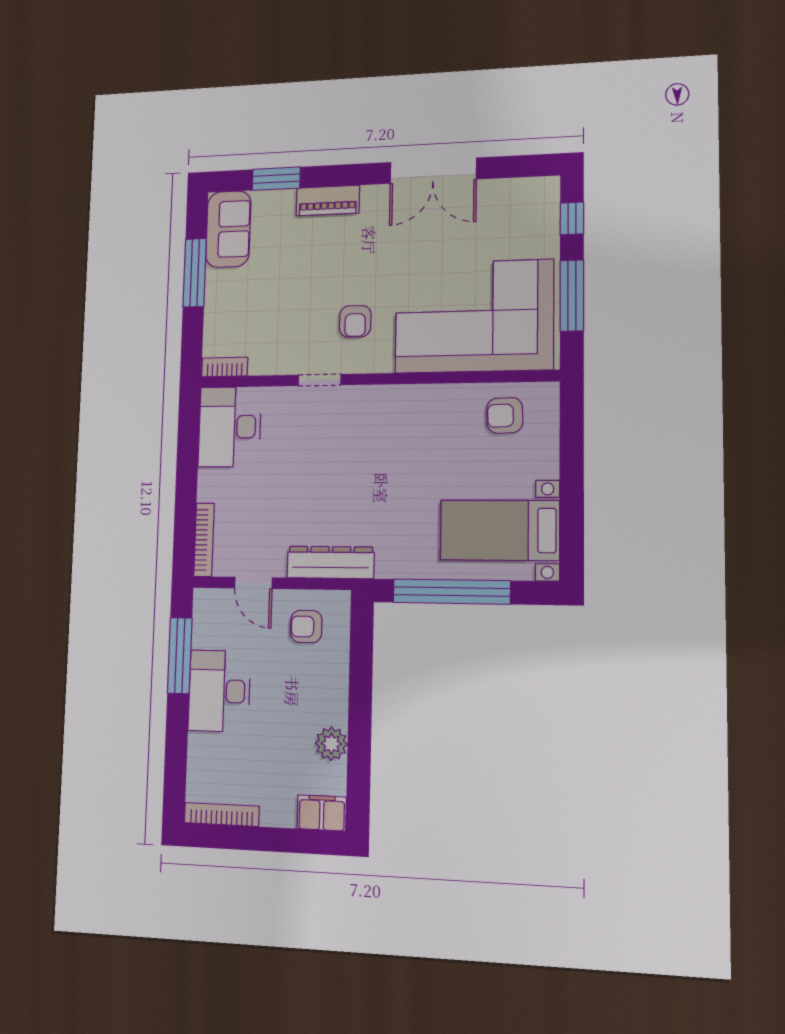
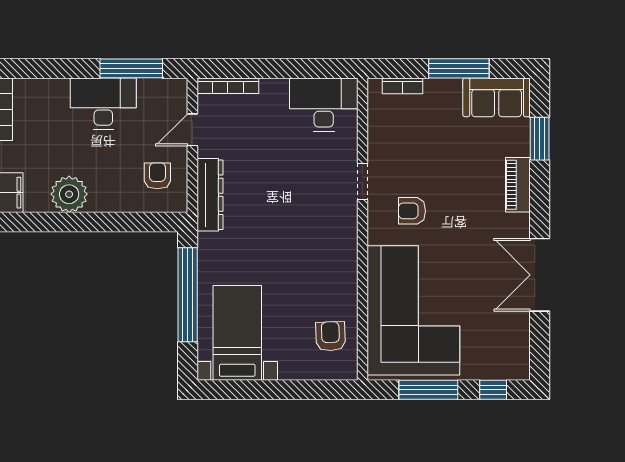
bookcase: (225, 367) -> (402, 86), moved, turned 90
plant: (331, 744) -> (69, 194), width x1.36, depth x1.36

